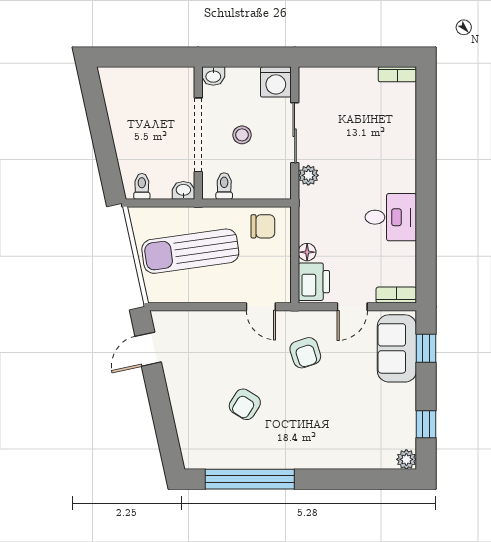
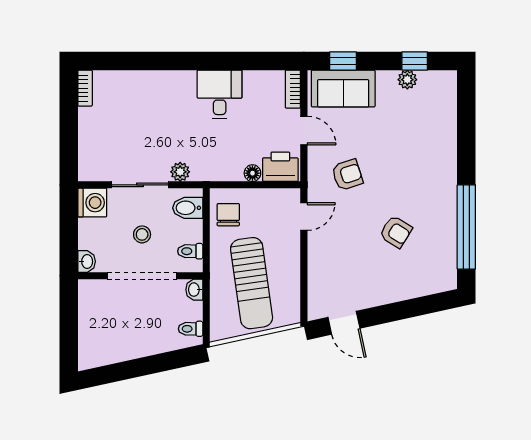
bidet: (270, 183) -> (188, 208), added
plant: (406, 459) -> (407, 80), moved

